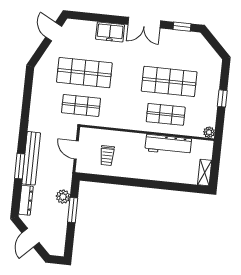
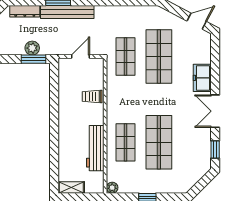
trolley: (107, 156) -> (92, 96), moved
window: (73, 210) -> (34, 59), moved

